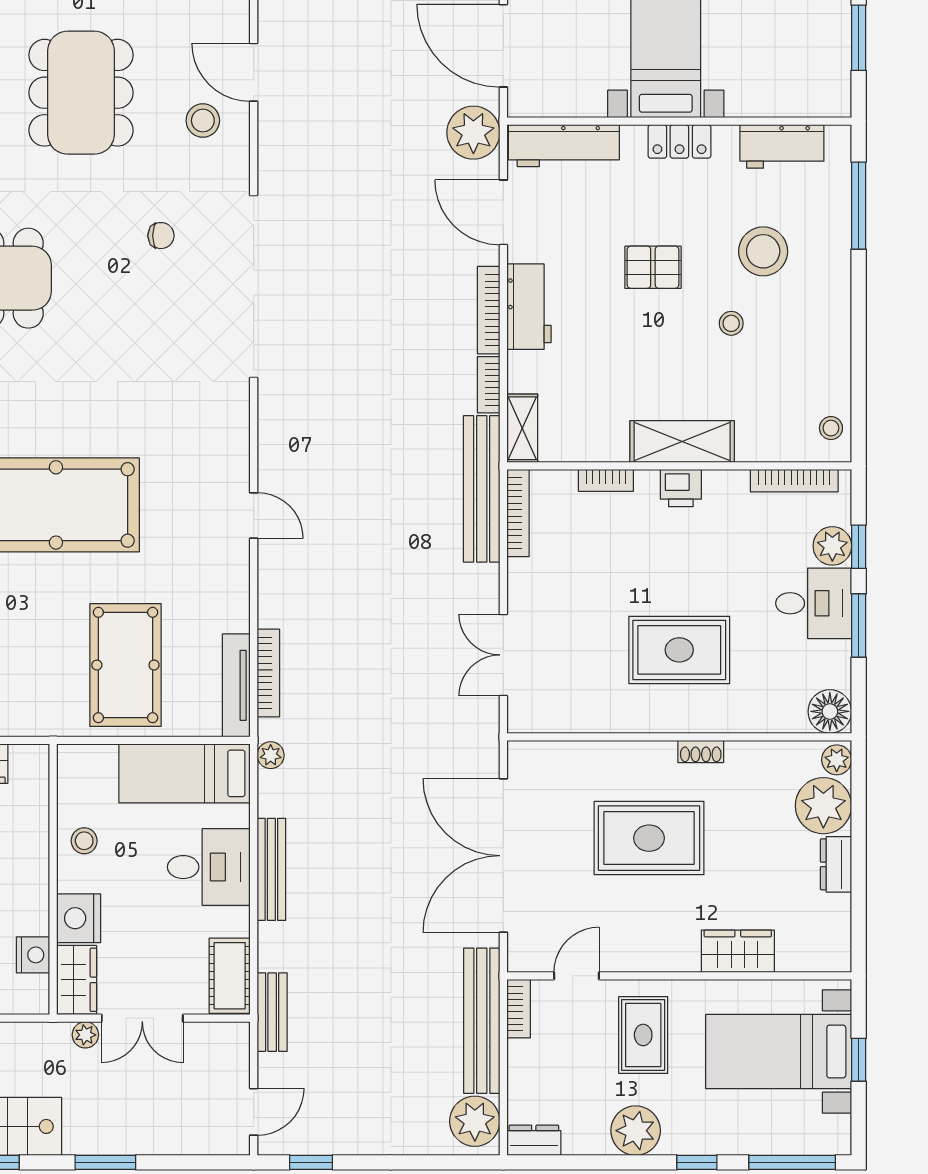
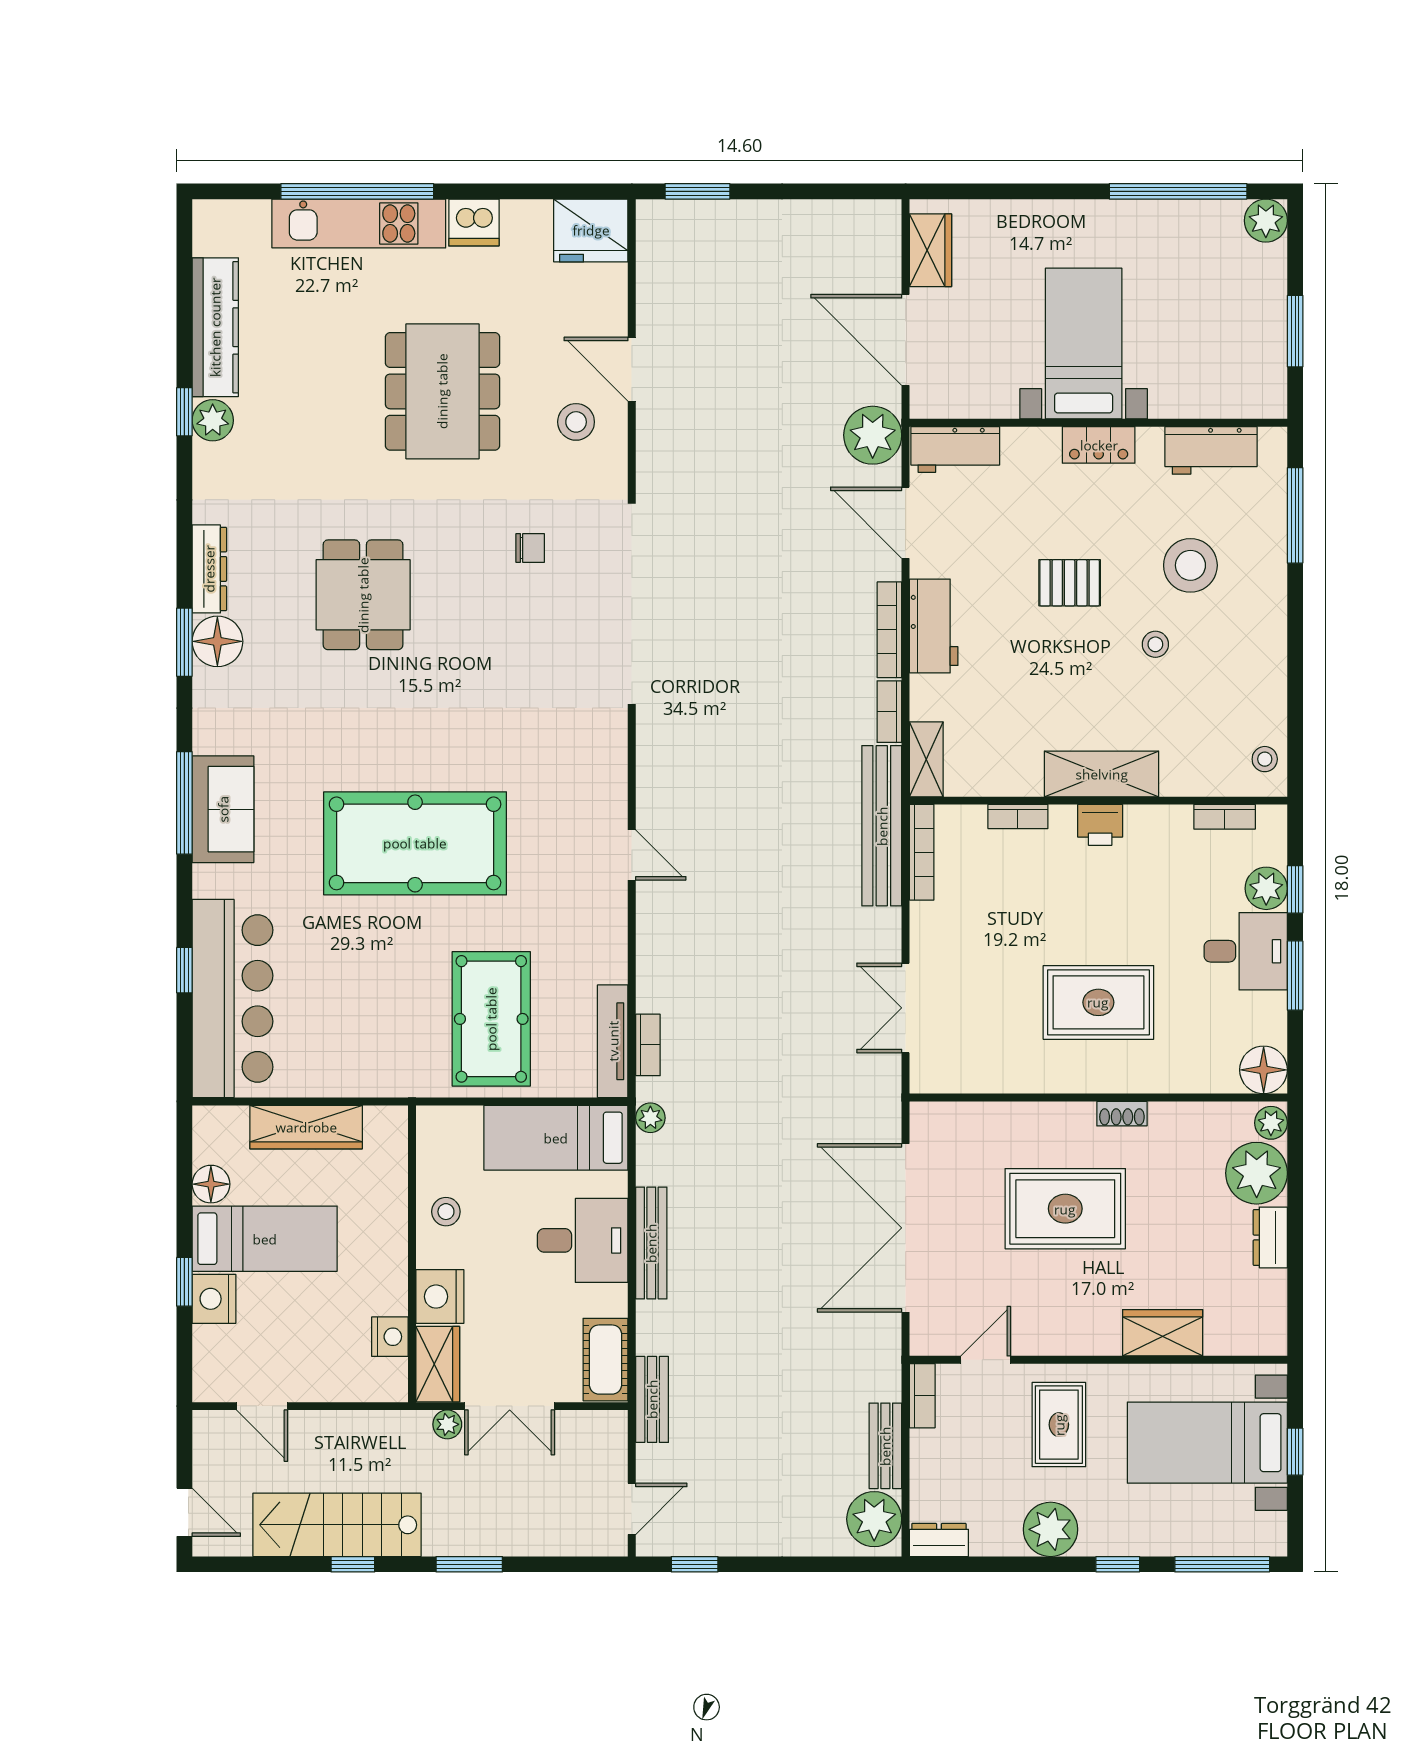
workbench: (564, 146) -> (955, 449), width x0.73
bookcase: (794, 481) -> (1225, 817), width x0.64
bookcase: (268, 673) -> (648, 1045), width x0.64
bench: (482, 1021) -> (885, 1446), width x0.54, depth x0.82

